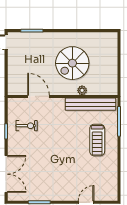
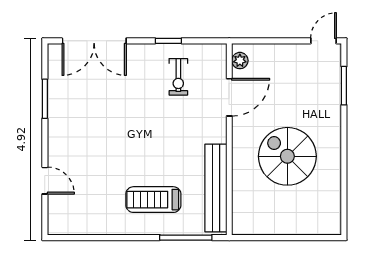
plant: (82, 90) -> (240, 61), moved

